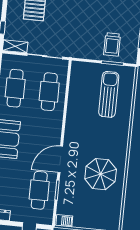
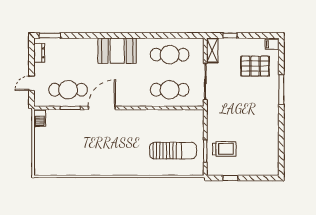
trolley: (112, 44) -> (224, 149), turned 180
door: (60, 159) -> (102, 108), hinge flipped
parasol: (101, 174) -> (91, 151), removed

